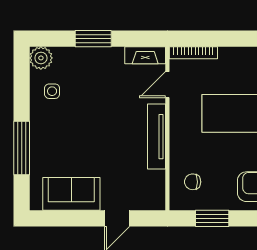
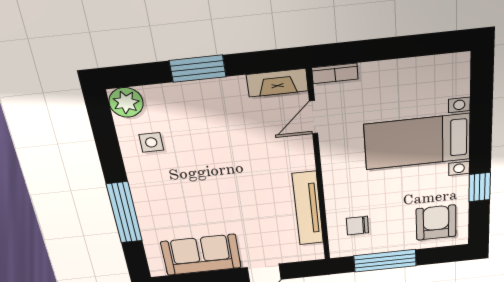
bookcase: (193, 53) -> (335, 73), width x0.64
tv unit: (157, 137) -> (308, 209), moved
window: (212, 218) -> (385, 261), width x1.44

